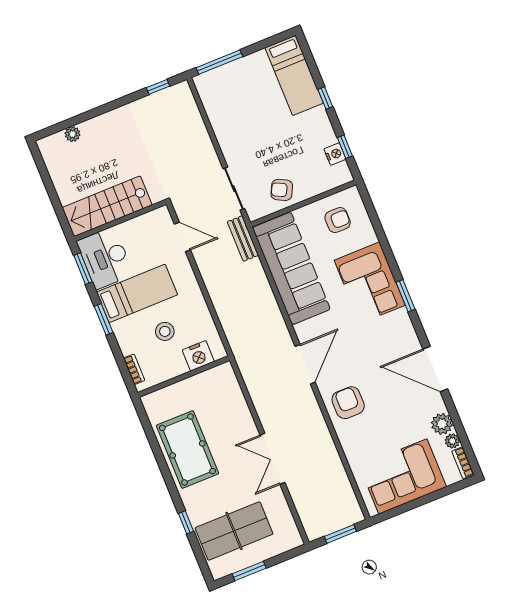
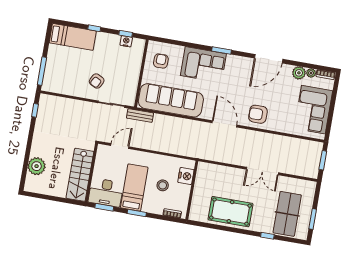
plant: (73, 134) -> (37, 166), width x1.87, depth x1.87
armchair: (282, 190) -> (97, 81), moved

